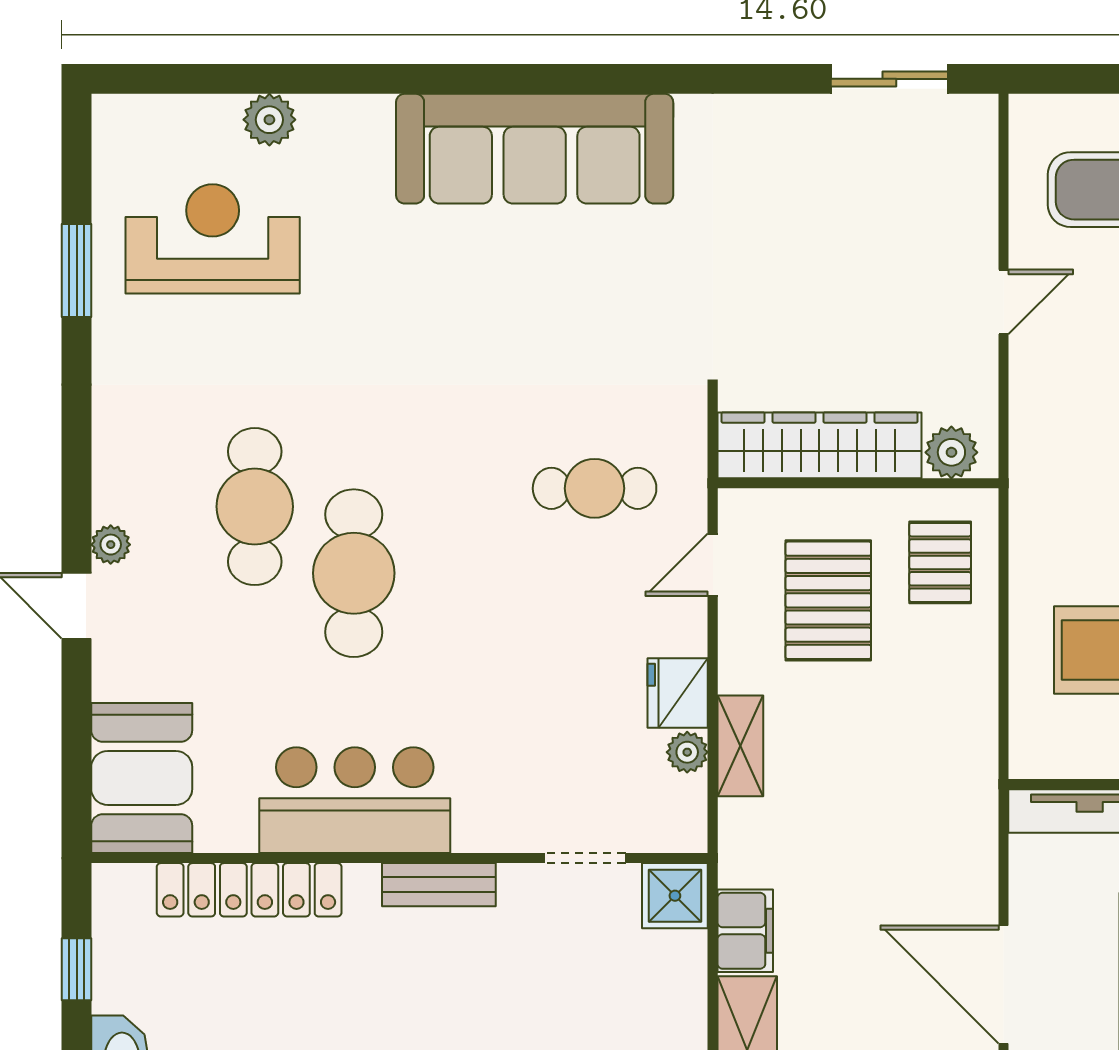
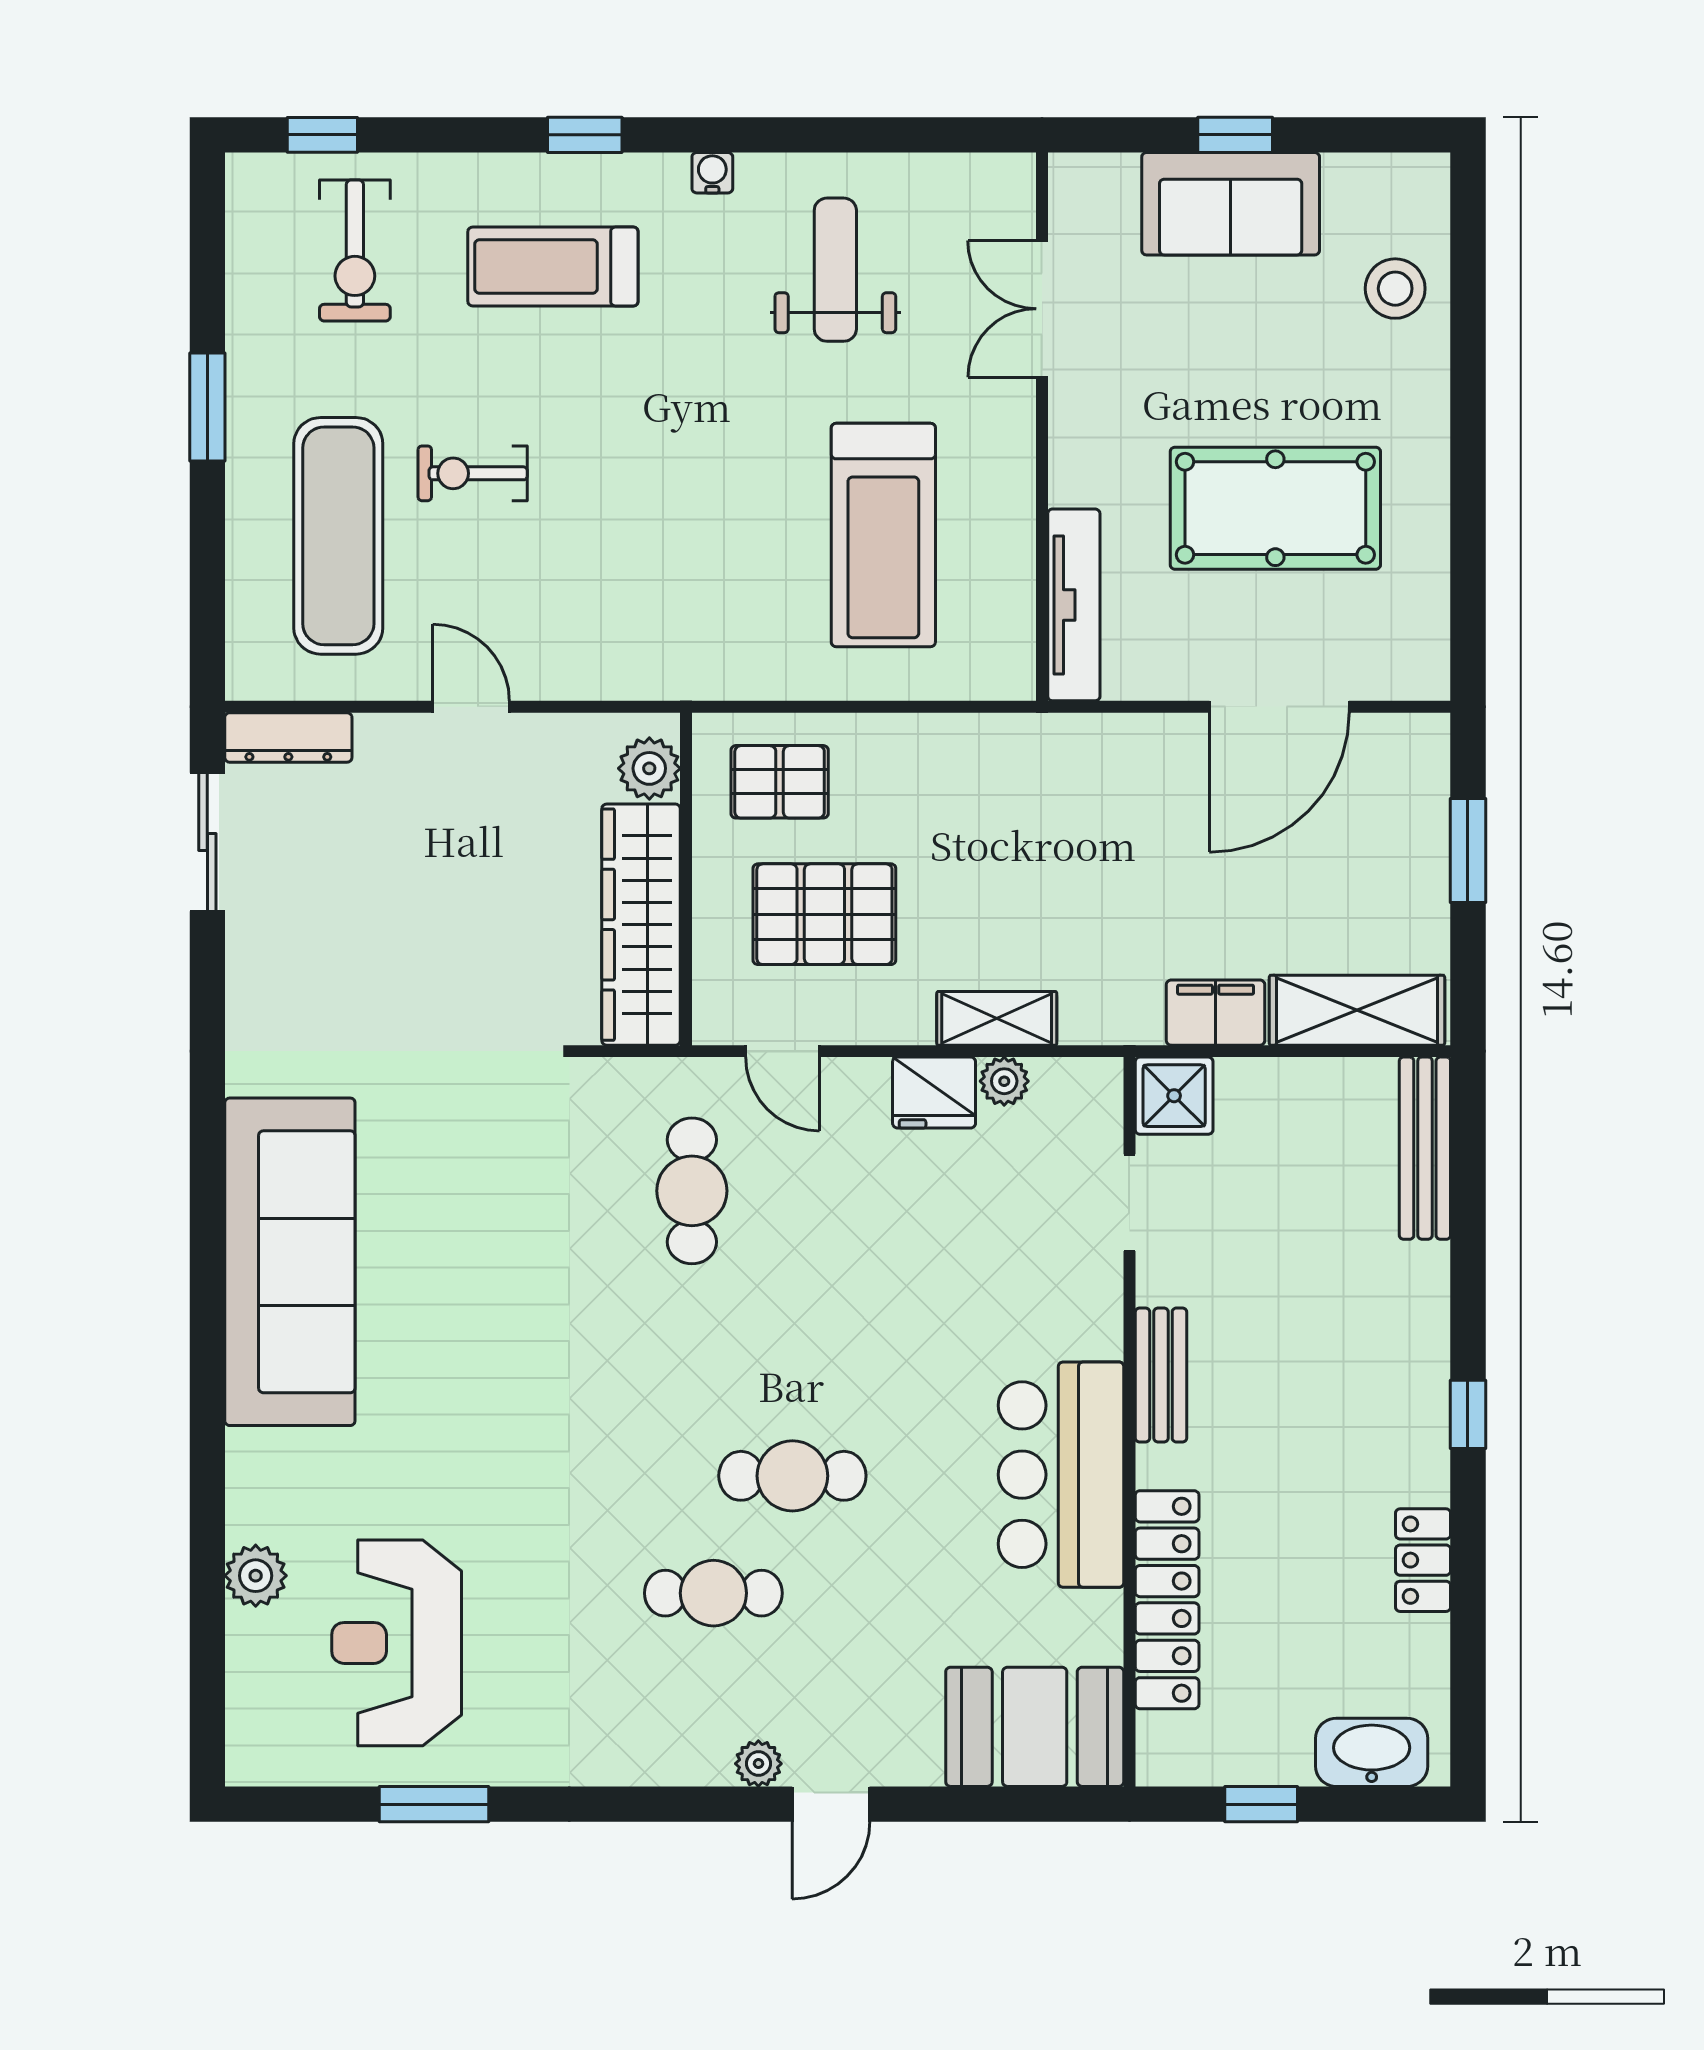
dresser: (978, 147) -> (288, 737), added
cafe table: (255, 507) -> (713, 1593), width x0.73, depth x0.74
cafe table: (354, 573) -> (792, 1476), width x0.73, depth x0.74

